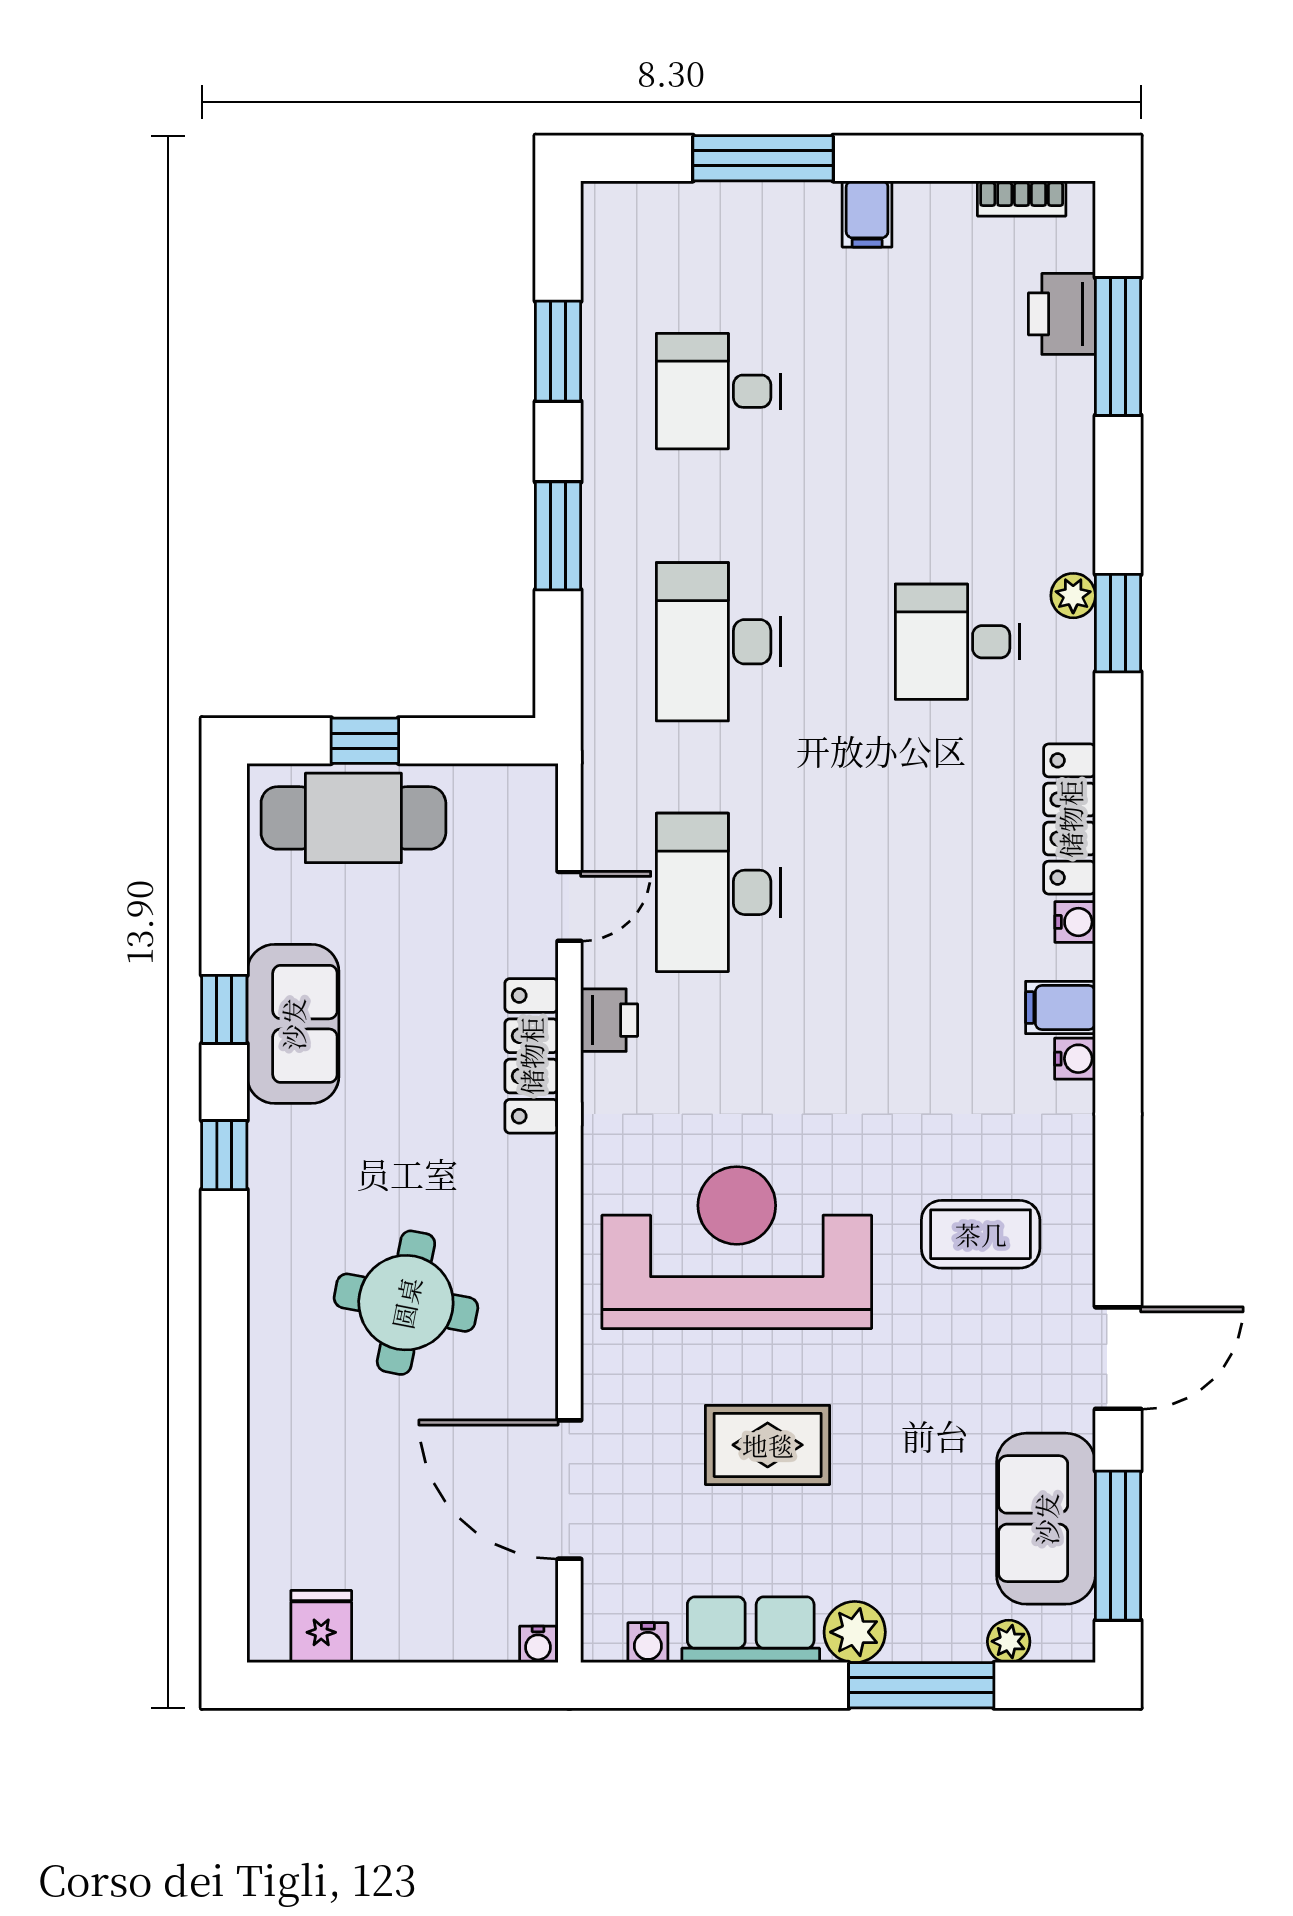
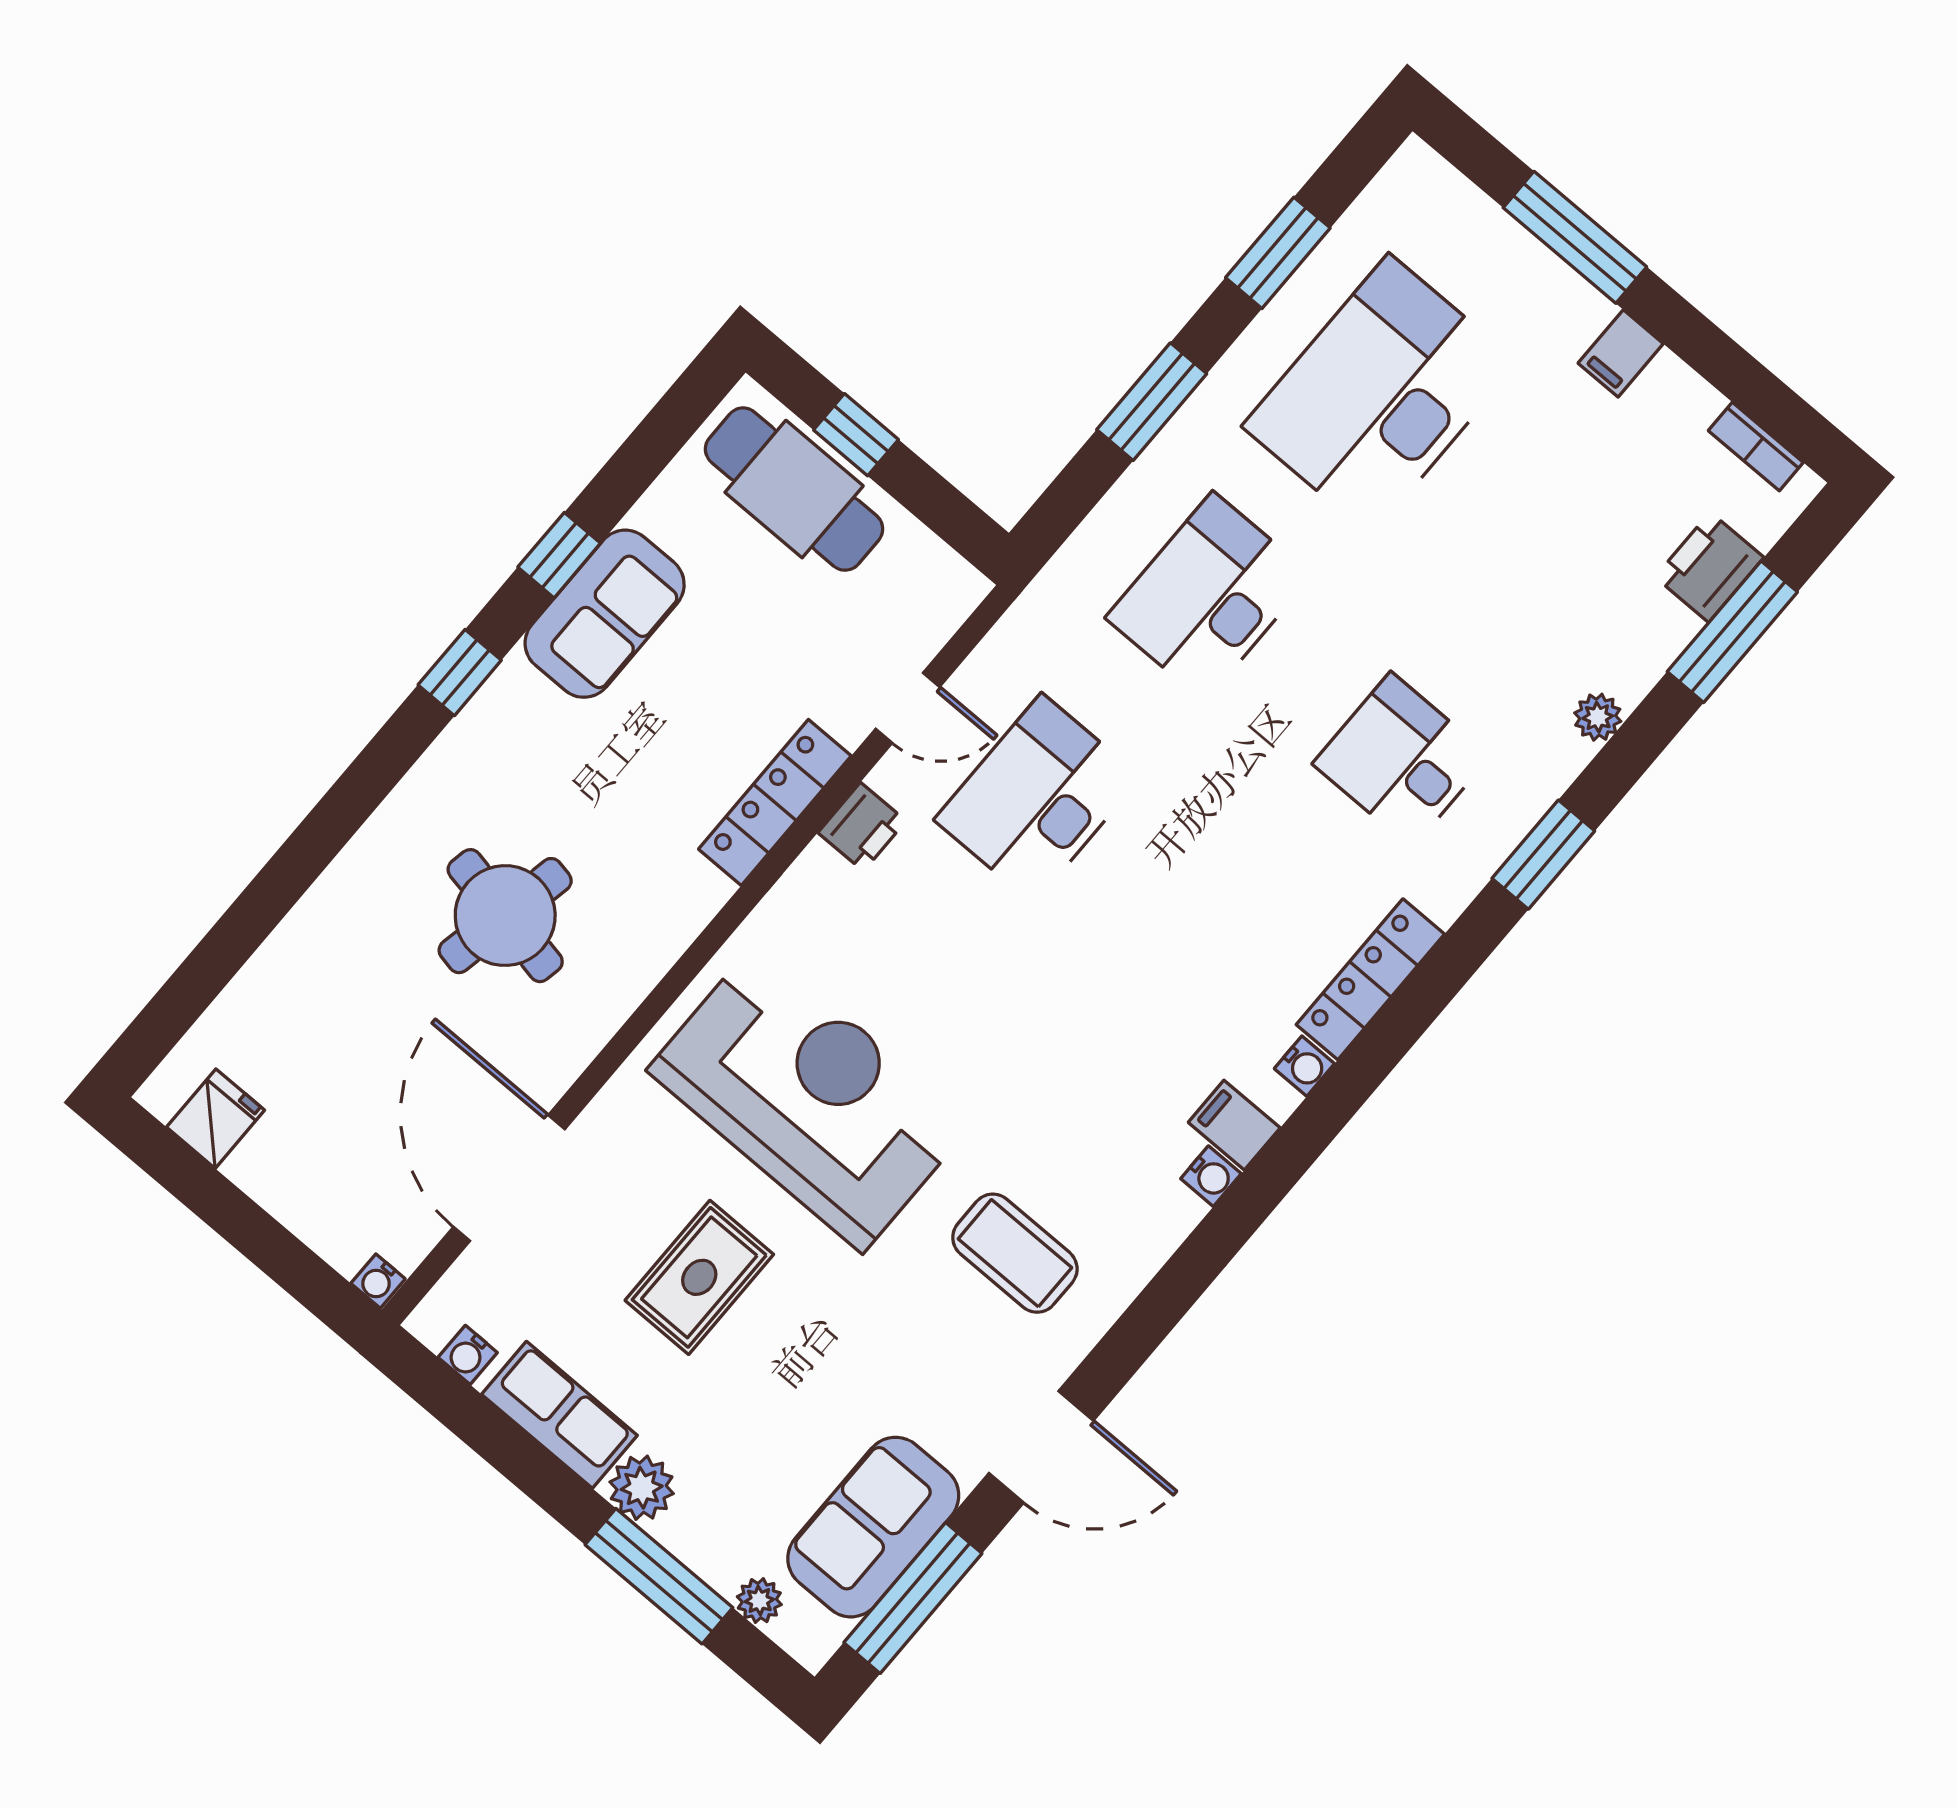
desk: (719, 391) -> (1380, 395), width x1.87, depth x1.30
plant: (1073, 596) -> (1598, 717), moved
rug: (768, 1445) -> (699, 1277), turned 90

